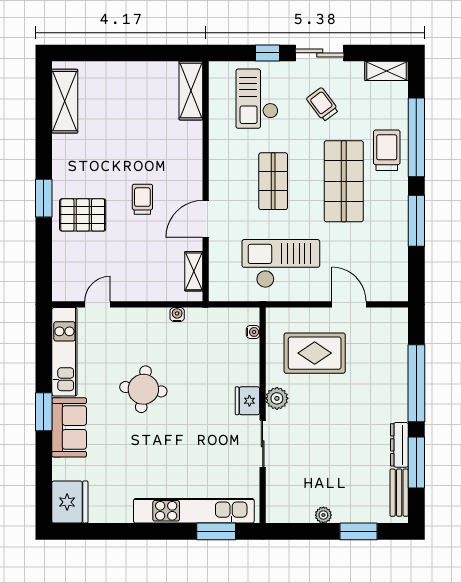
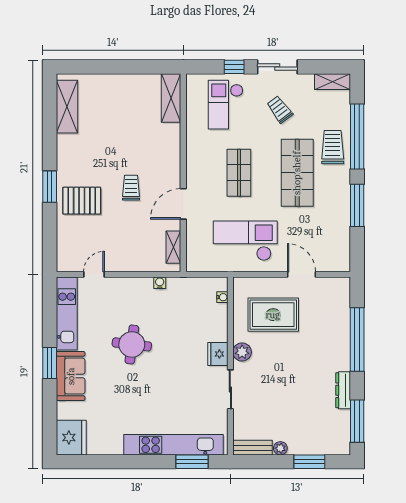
window: (416, 462) -> (357, 421), moved
bench: (399, 493) -> (253, 448), moved, turned 90

